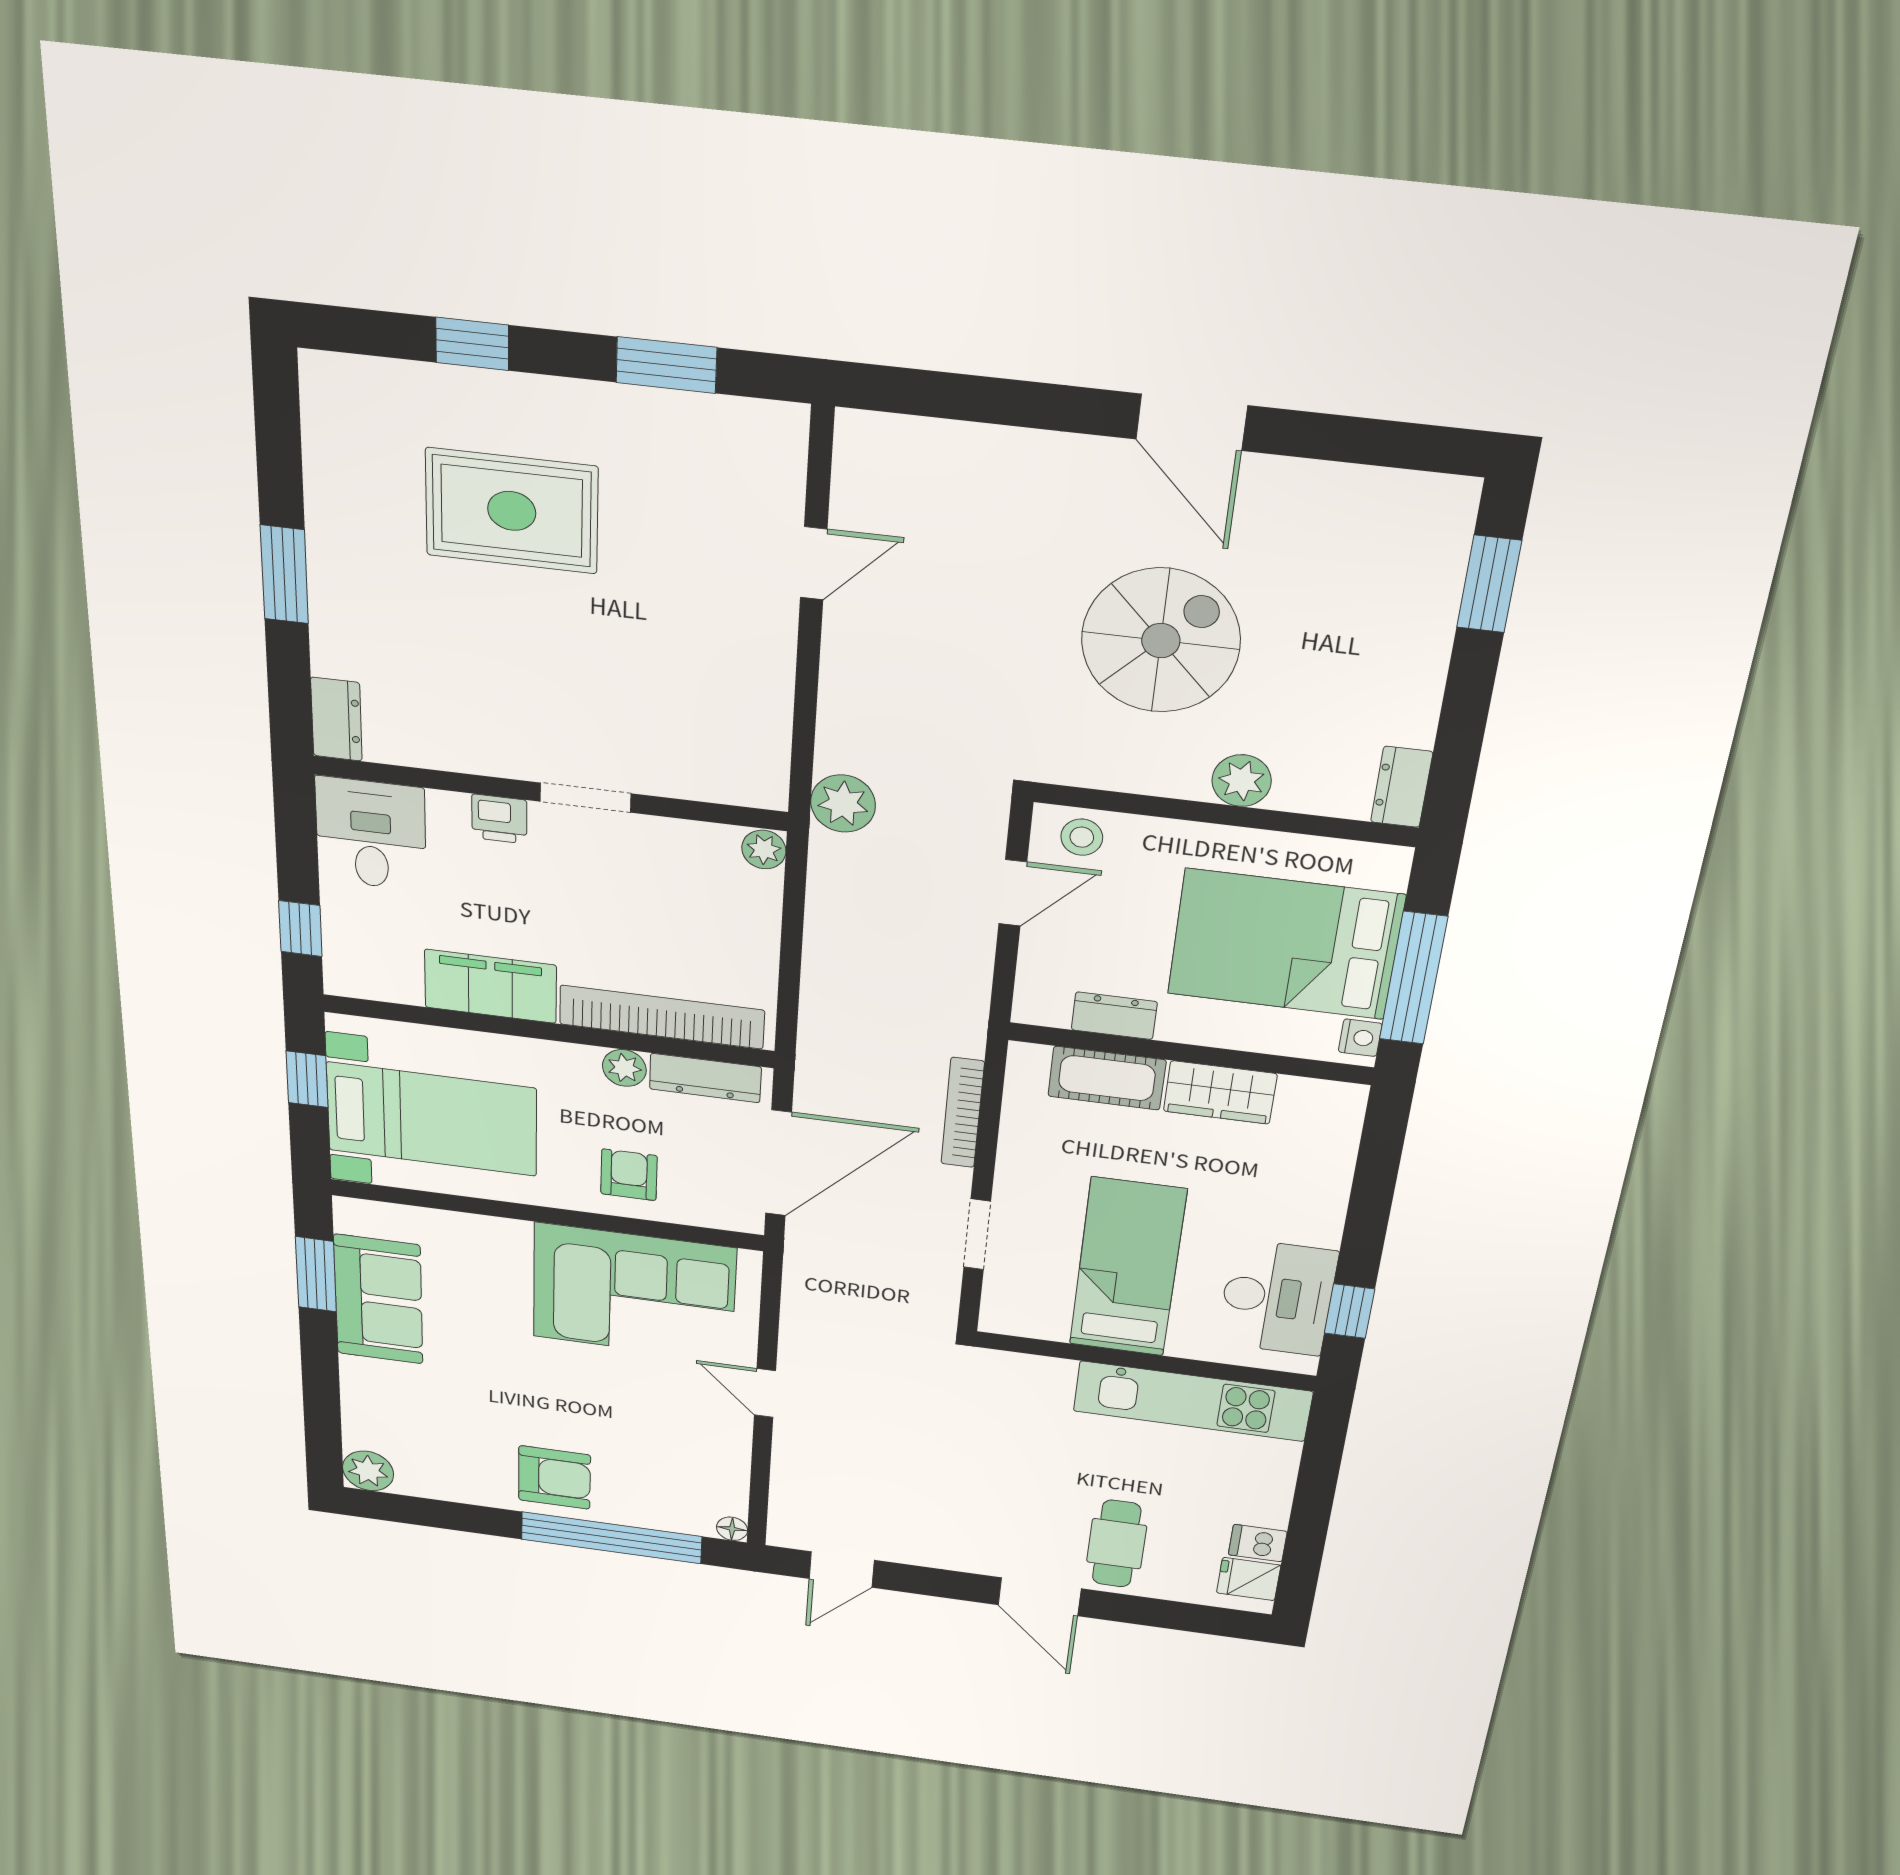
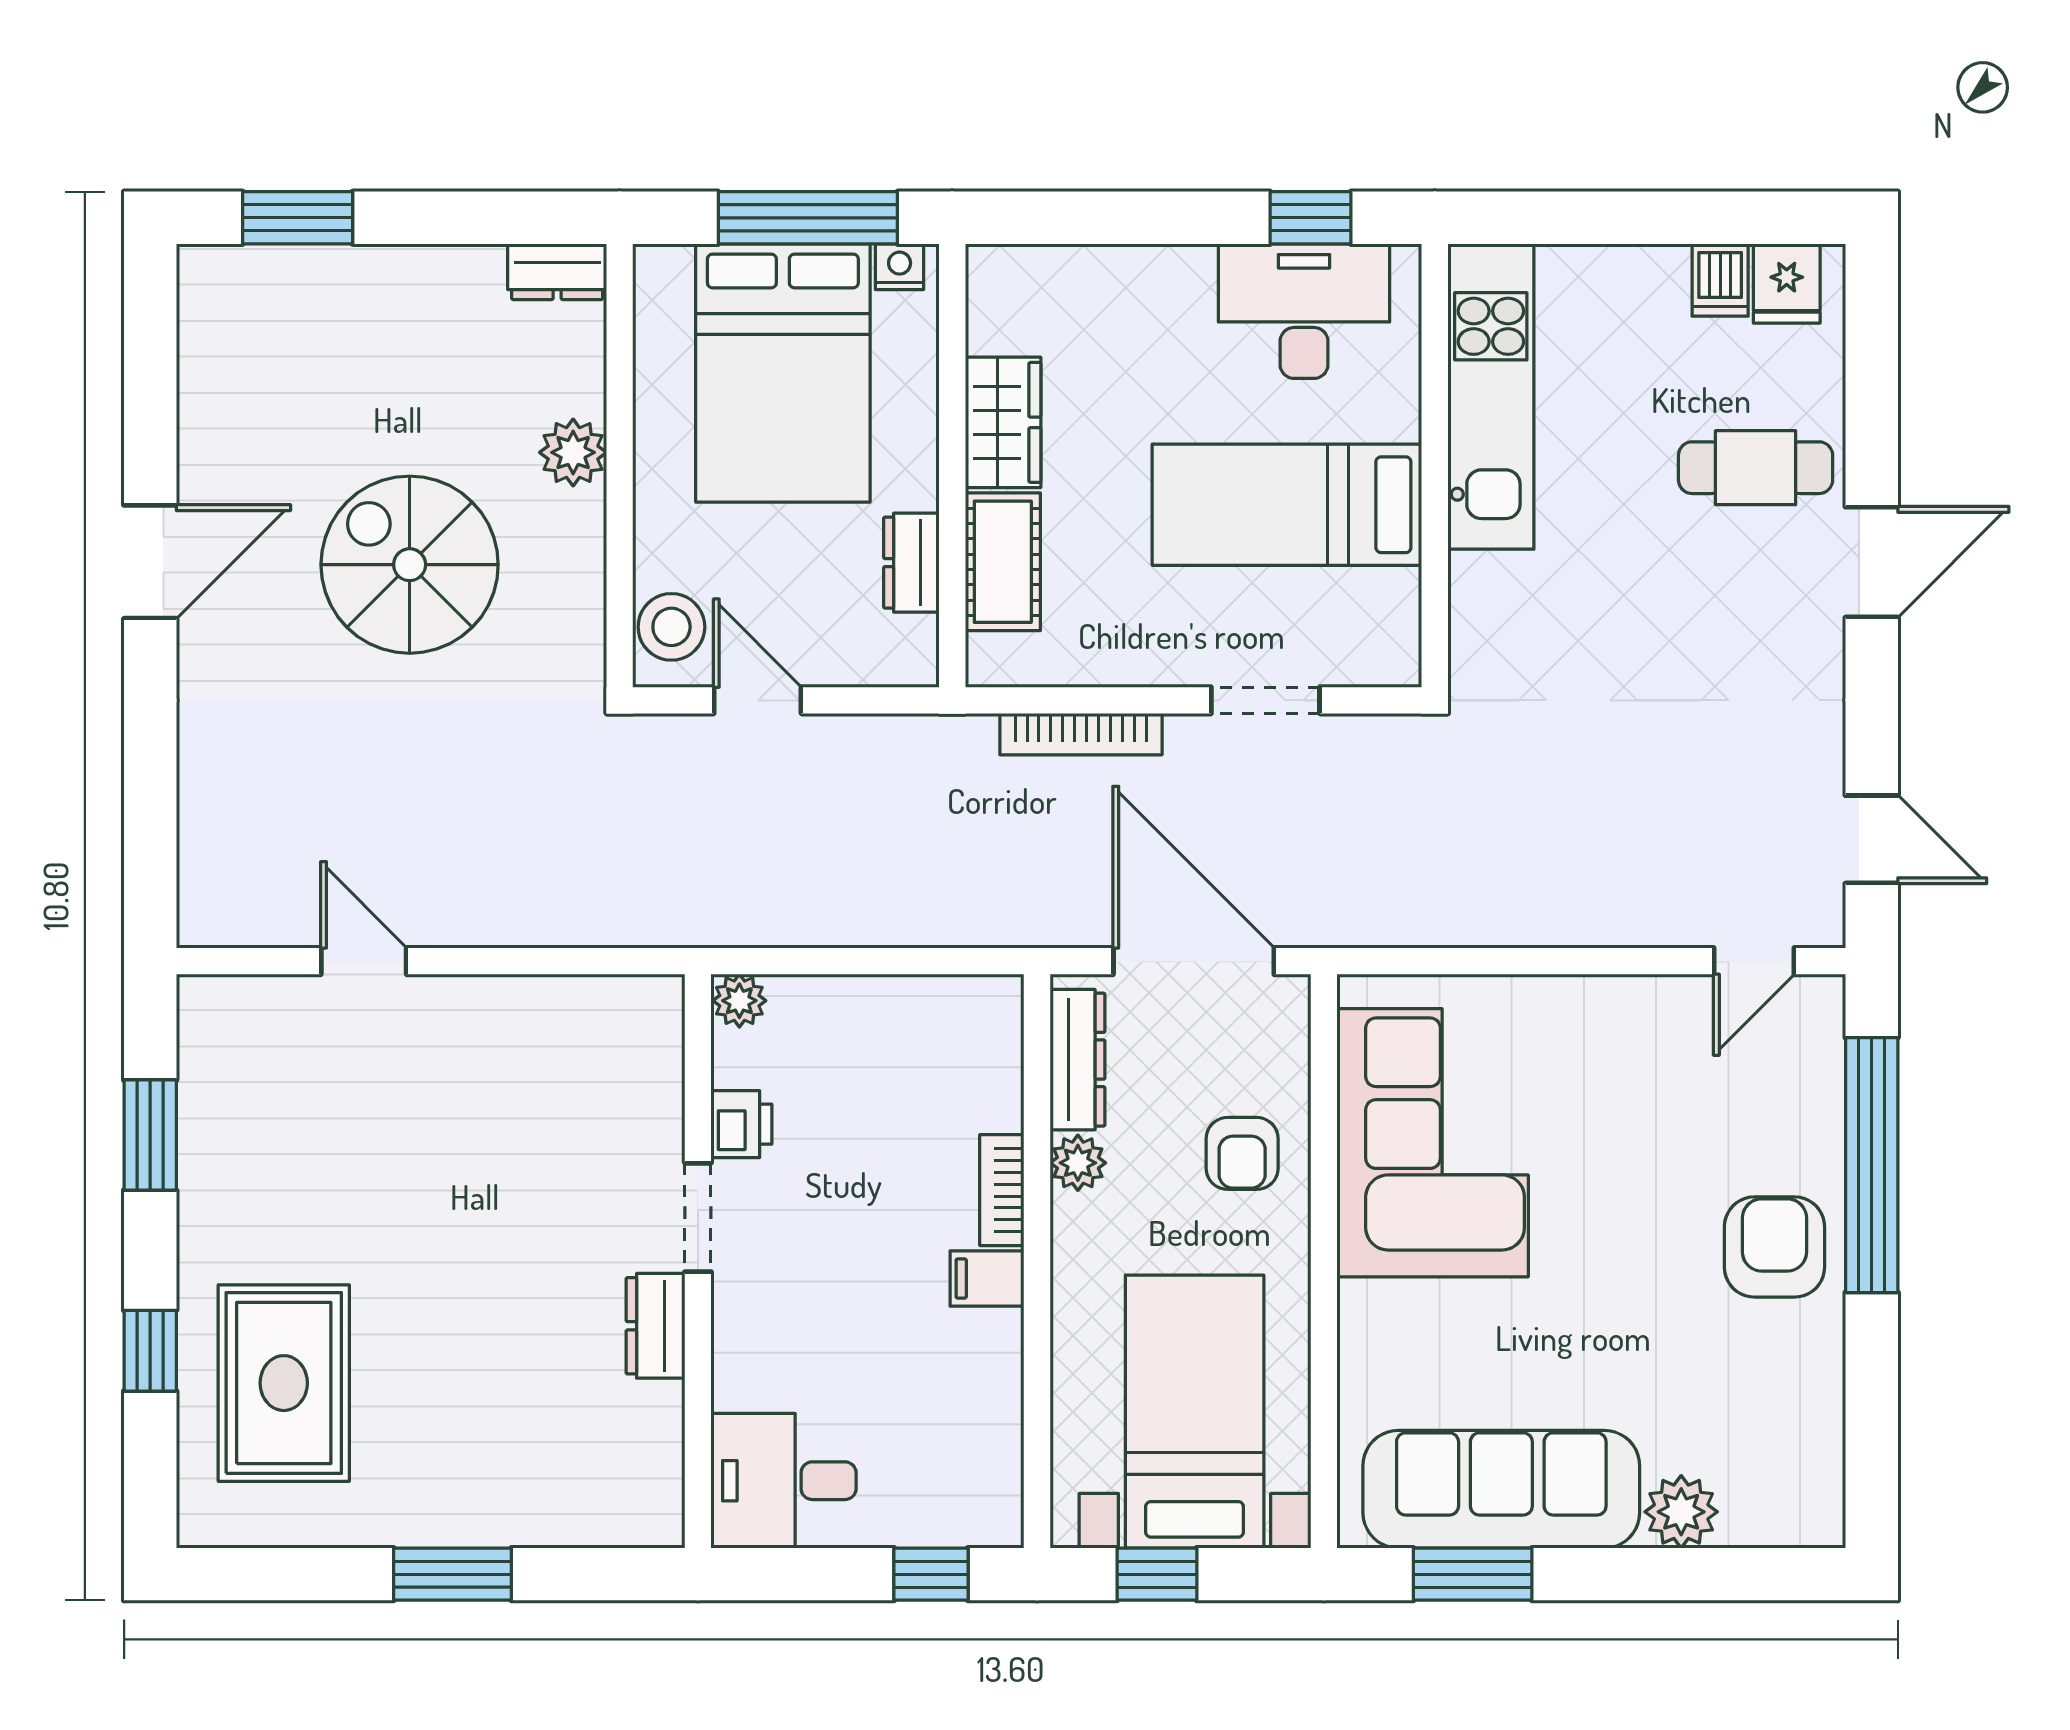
rug: (512, 511) -> (284, 1383), moved
dresser: (336, 719) -> (655, 1326), moved, turned -90
plant: (843, 803) -> (665, 910), removed
printer: (499, 819) -> (741, 1124), moved
stool: (1082, 837) -> (671, 627), width x1.37, depth x1.37
filing cabinet: (490, 986) -> (987, 1278), width x0.33, depth x0.86
bookcase: (662, 1017) -> (1002, 1190), width x0.43, depth x0.76
armchair: (629, 1175) -> (1242, 1153), turned -90
sofa: (378, 1299) -> (1501, 1489), width x1.36
door: (765, 1393) -> (1754, 961), moved
plant: (368, 1471) -> (1681, 1512), moved
floor lamp: (732, 1529) -> (1824, 996), removed

